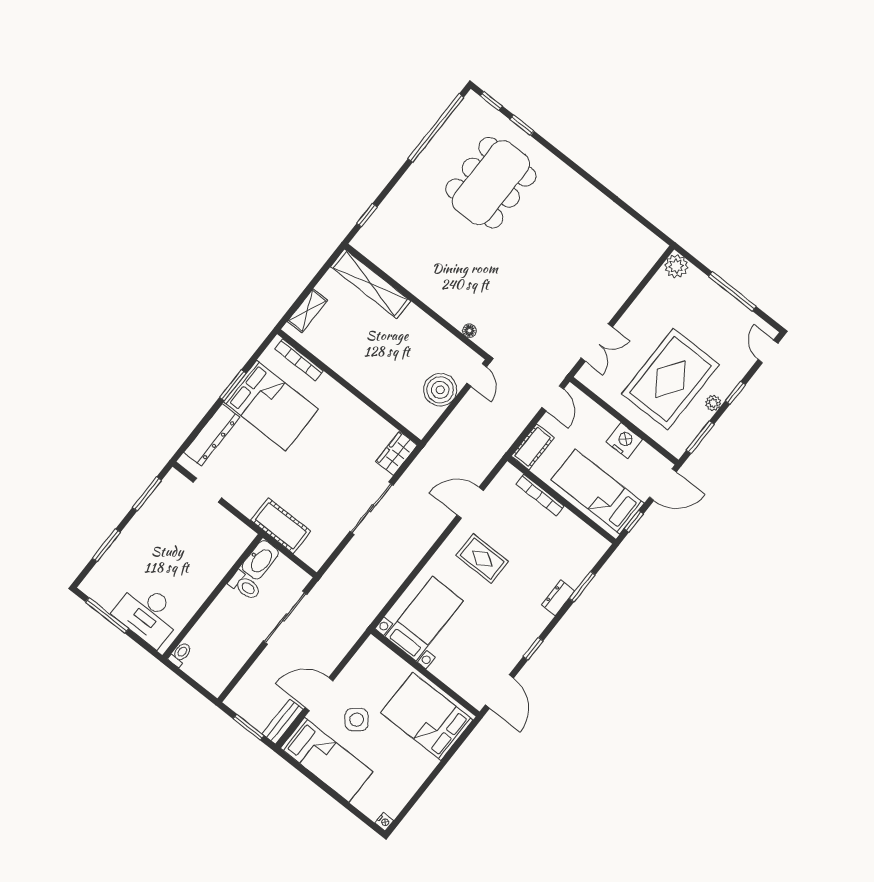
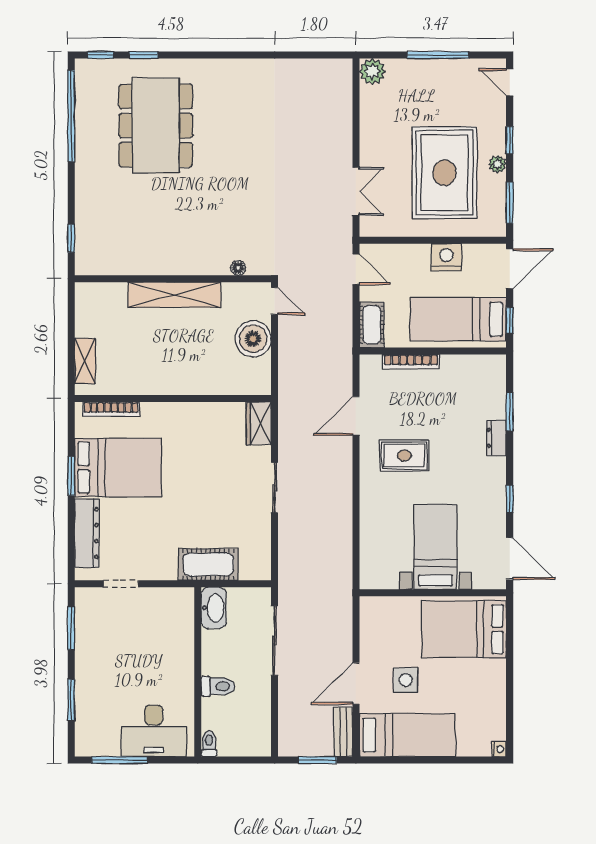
shelving: (371, 284) -> (174, 295), moved
sliding door: (371, 508) -> (275, 488), width x0.73
toilet: (245, 586) -> (218, 686), moved
bed with nightstands: (424, 619) -> (435, 547), moved
side table: (357, 720) -> (406, 680), turned 37

